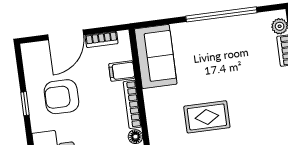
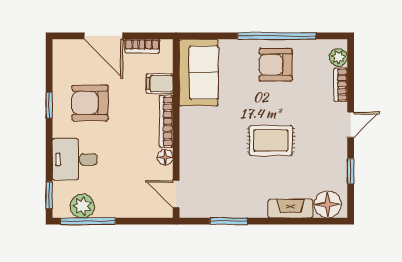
door: (66, 35) -> (103, 36), hinge flipped
armchair: (224, 40) -> (276, 65), added
rug: (207, 117) -> (271, 140), moved

